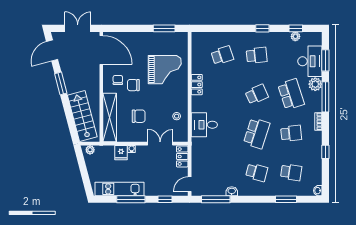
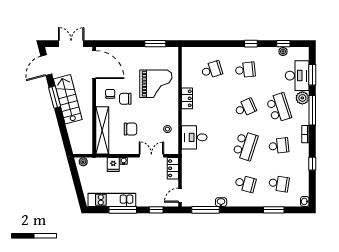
stairs: (82, 116) -> (68, 99), moved

